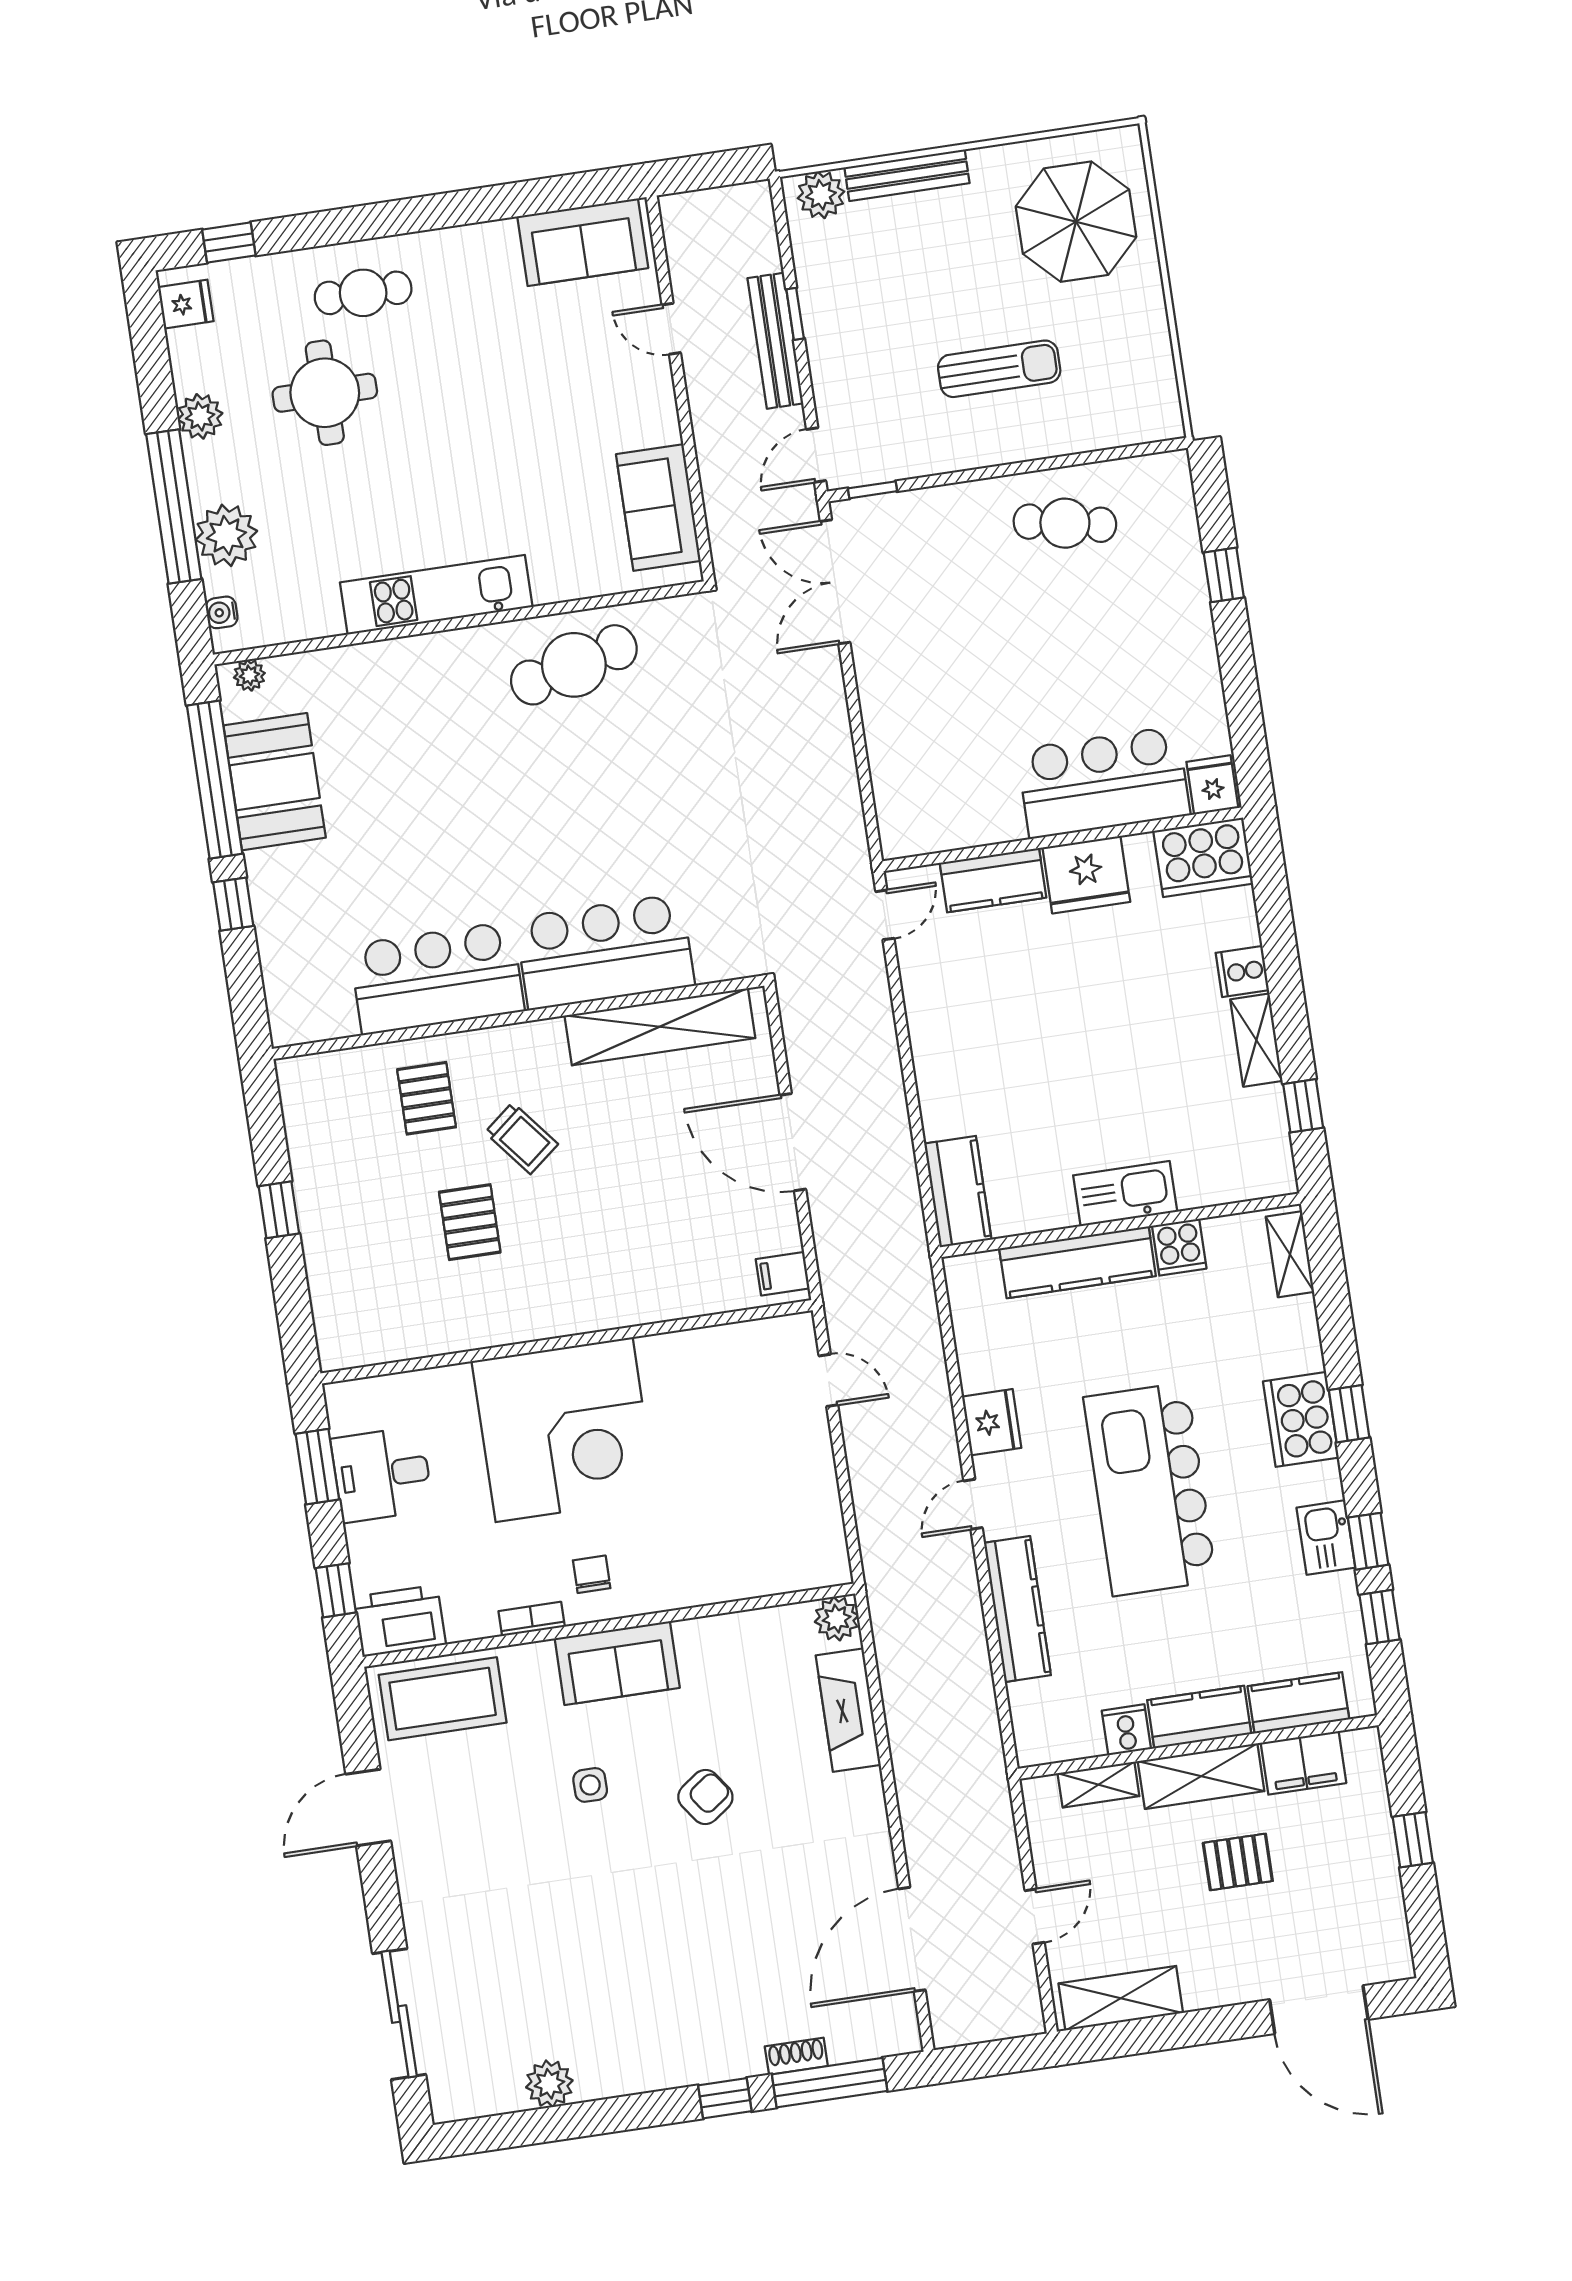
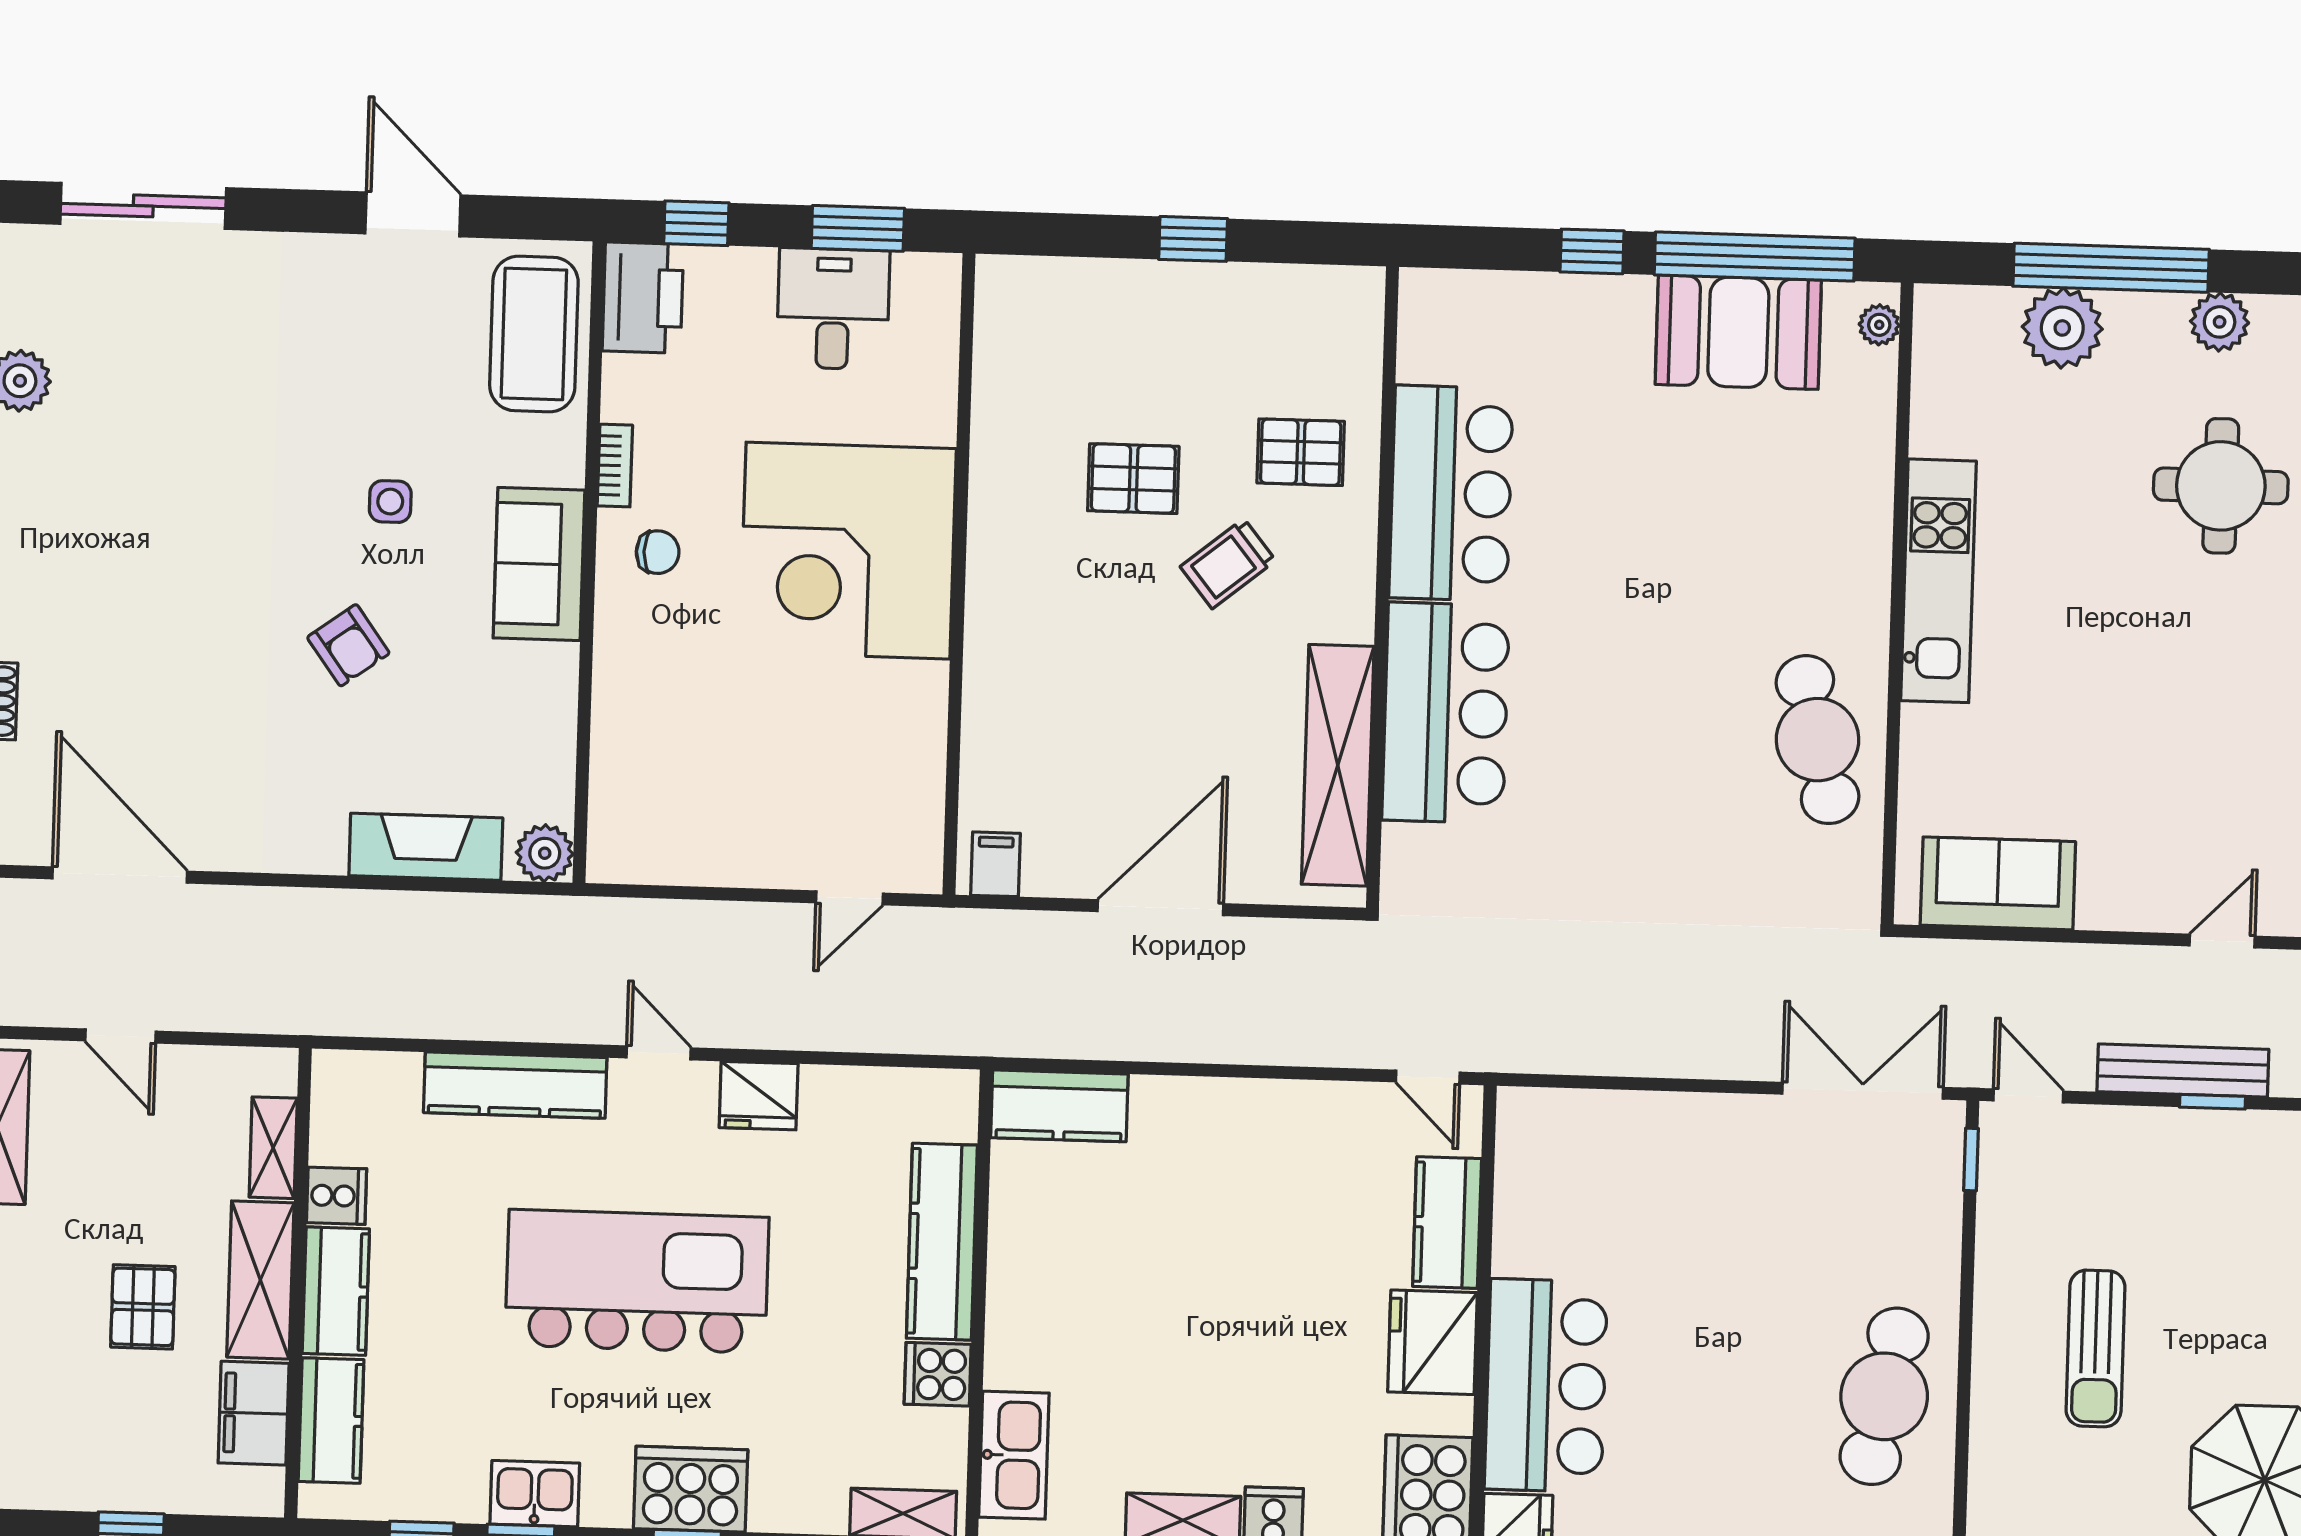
cafe table: (1065, 523) -> (1884, 1396), width x1.37, depth x1.35
water cooler: (222, 612) -> (1965, 304), removed
kitchen sink: (1125, 1194) -> (1014, 1455), moved

